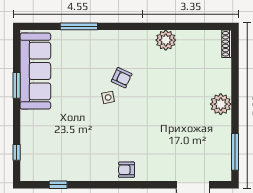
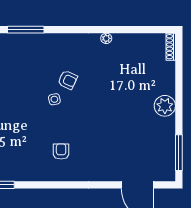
plant: (166, 40) -> (106, 38), width x0.53, depth x0.53
armchair: (126, 170) -> (61, 152), moved, turned 90

